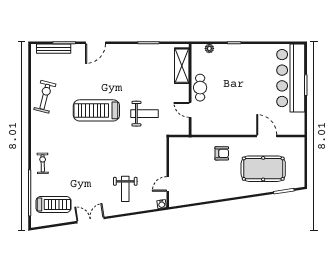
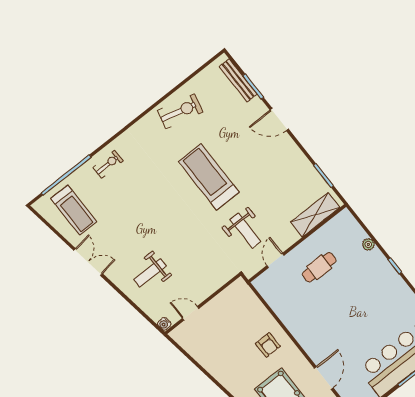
shelving: (182, 66) -> (315, 215), moved
wall: (190, 89) -> (297, 243), moved
door: (190, 110) -> (276, 260), moved

